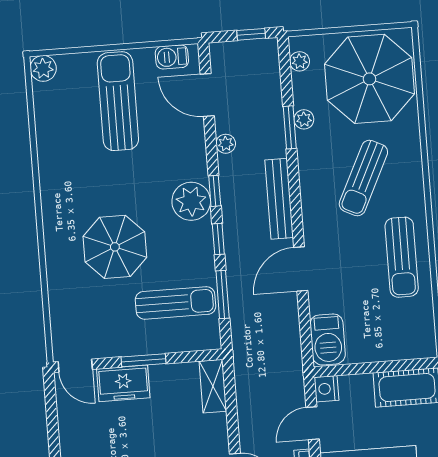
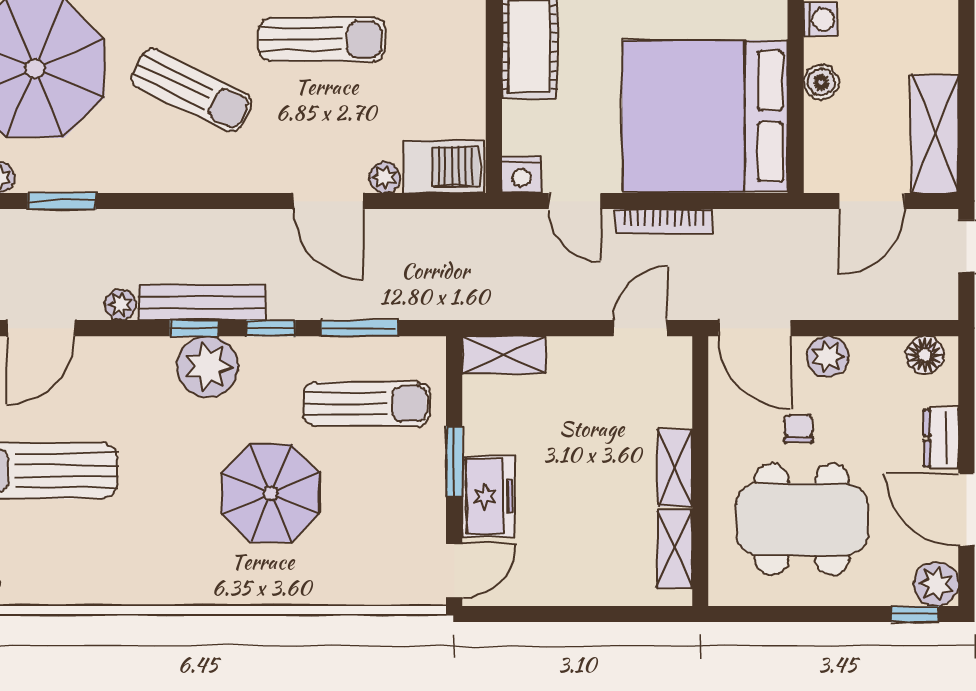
plant: (304, 119) -> (385, 178), moved
window: (290, 127) -> (62, 201), moved
bench: (279, 199) -> (202, 302), moved
sun lounger: (176, 303) -> (367, 404), turned 90

